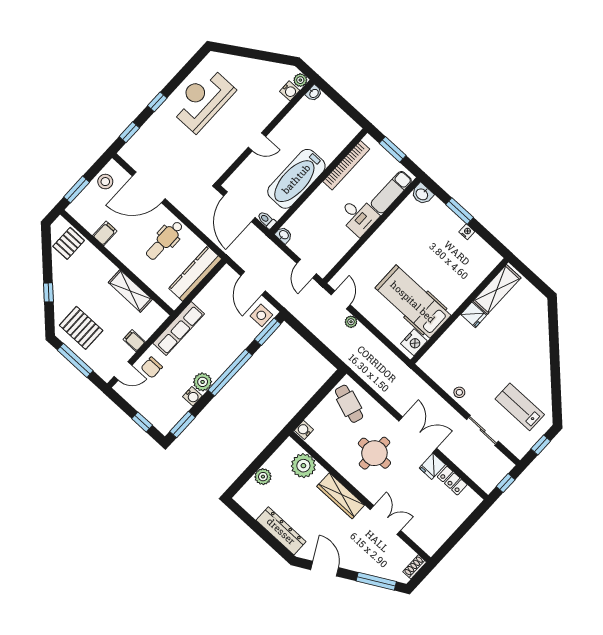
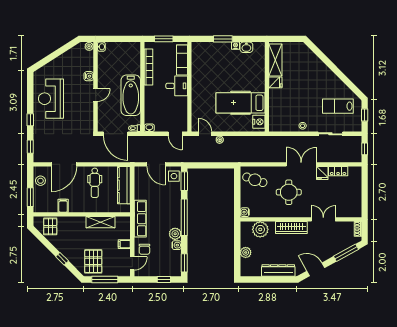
water cooler: (290, 91) -> (89, 76), moved
washbasin: (422, 194) -> (246, 47), moved
pallet: (81, 328) -> (93, 261), turned 90

